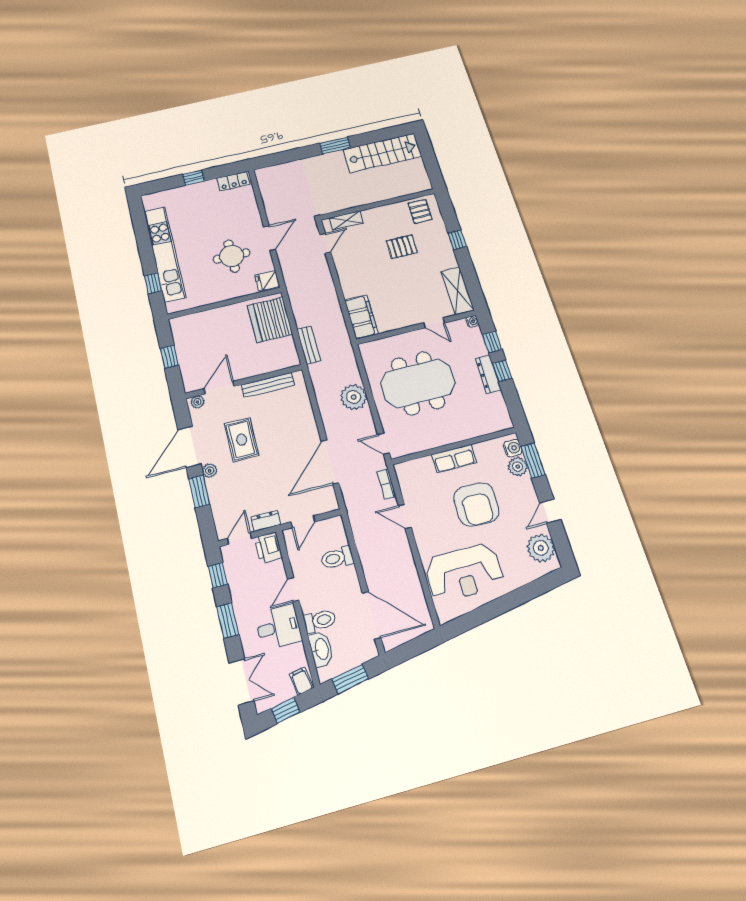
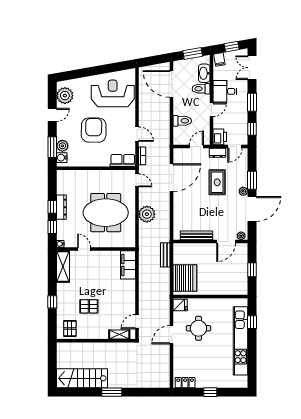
rug: (242, 440) -> (217, 182), moved
row of seats: (454, 459) -> (123, 161), moved

